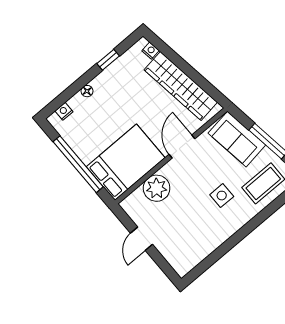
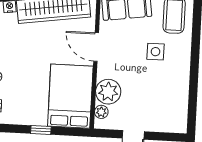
window: (78, 164) -> (41, 130), width x0.32
plant: (136, 197) -> (101, 112), added

